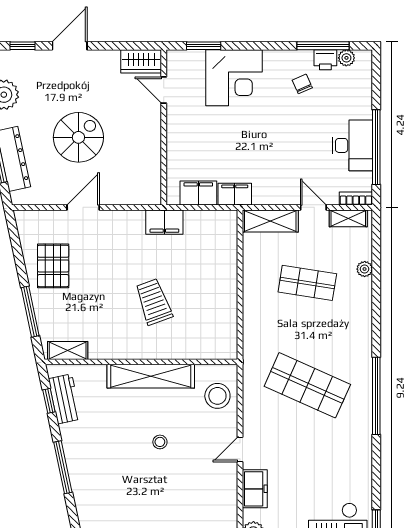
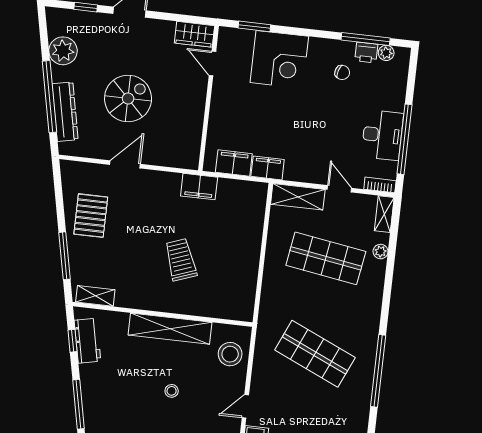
chair: (302, 84) -> (342, 72), turned 131
shelving: (348, 218) -> (384, 214), moved, turned 90
shop shelf: (307, 283) -> (326, 258), width x1.43, depth x1.36

